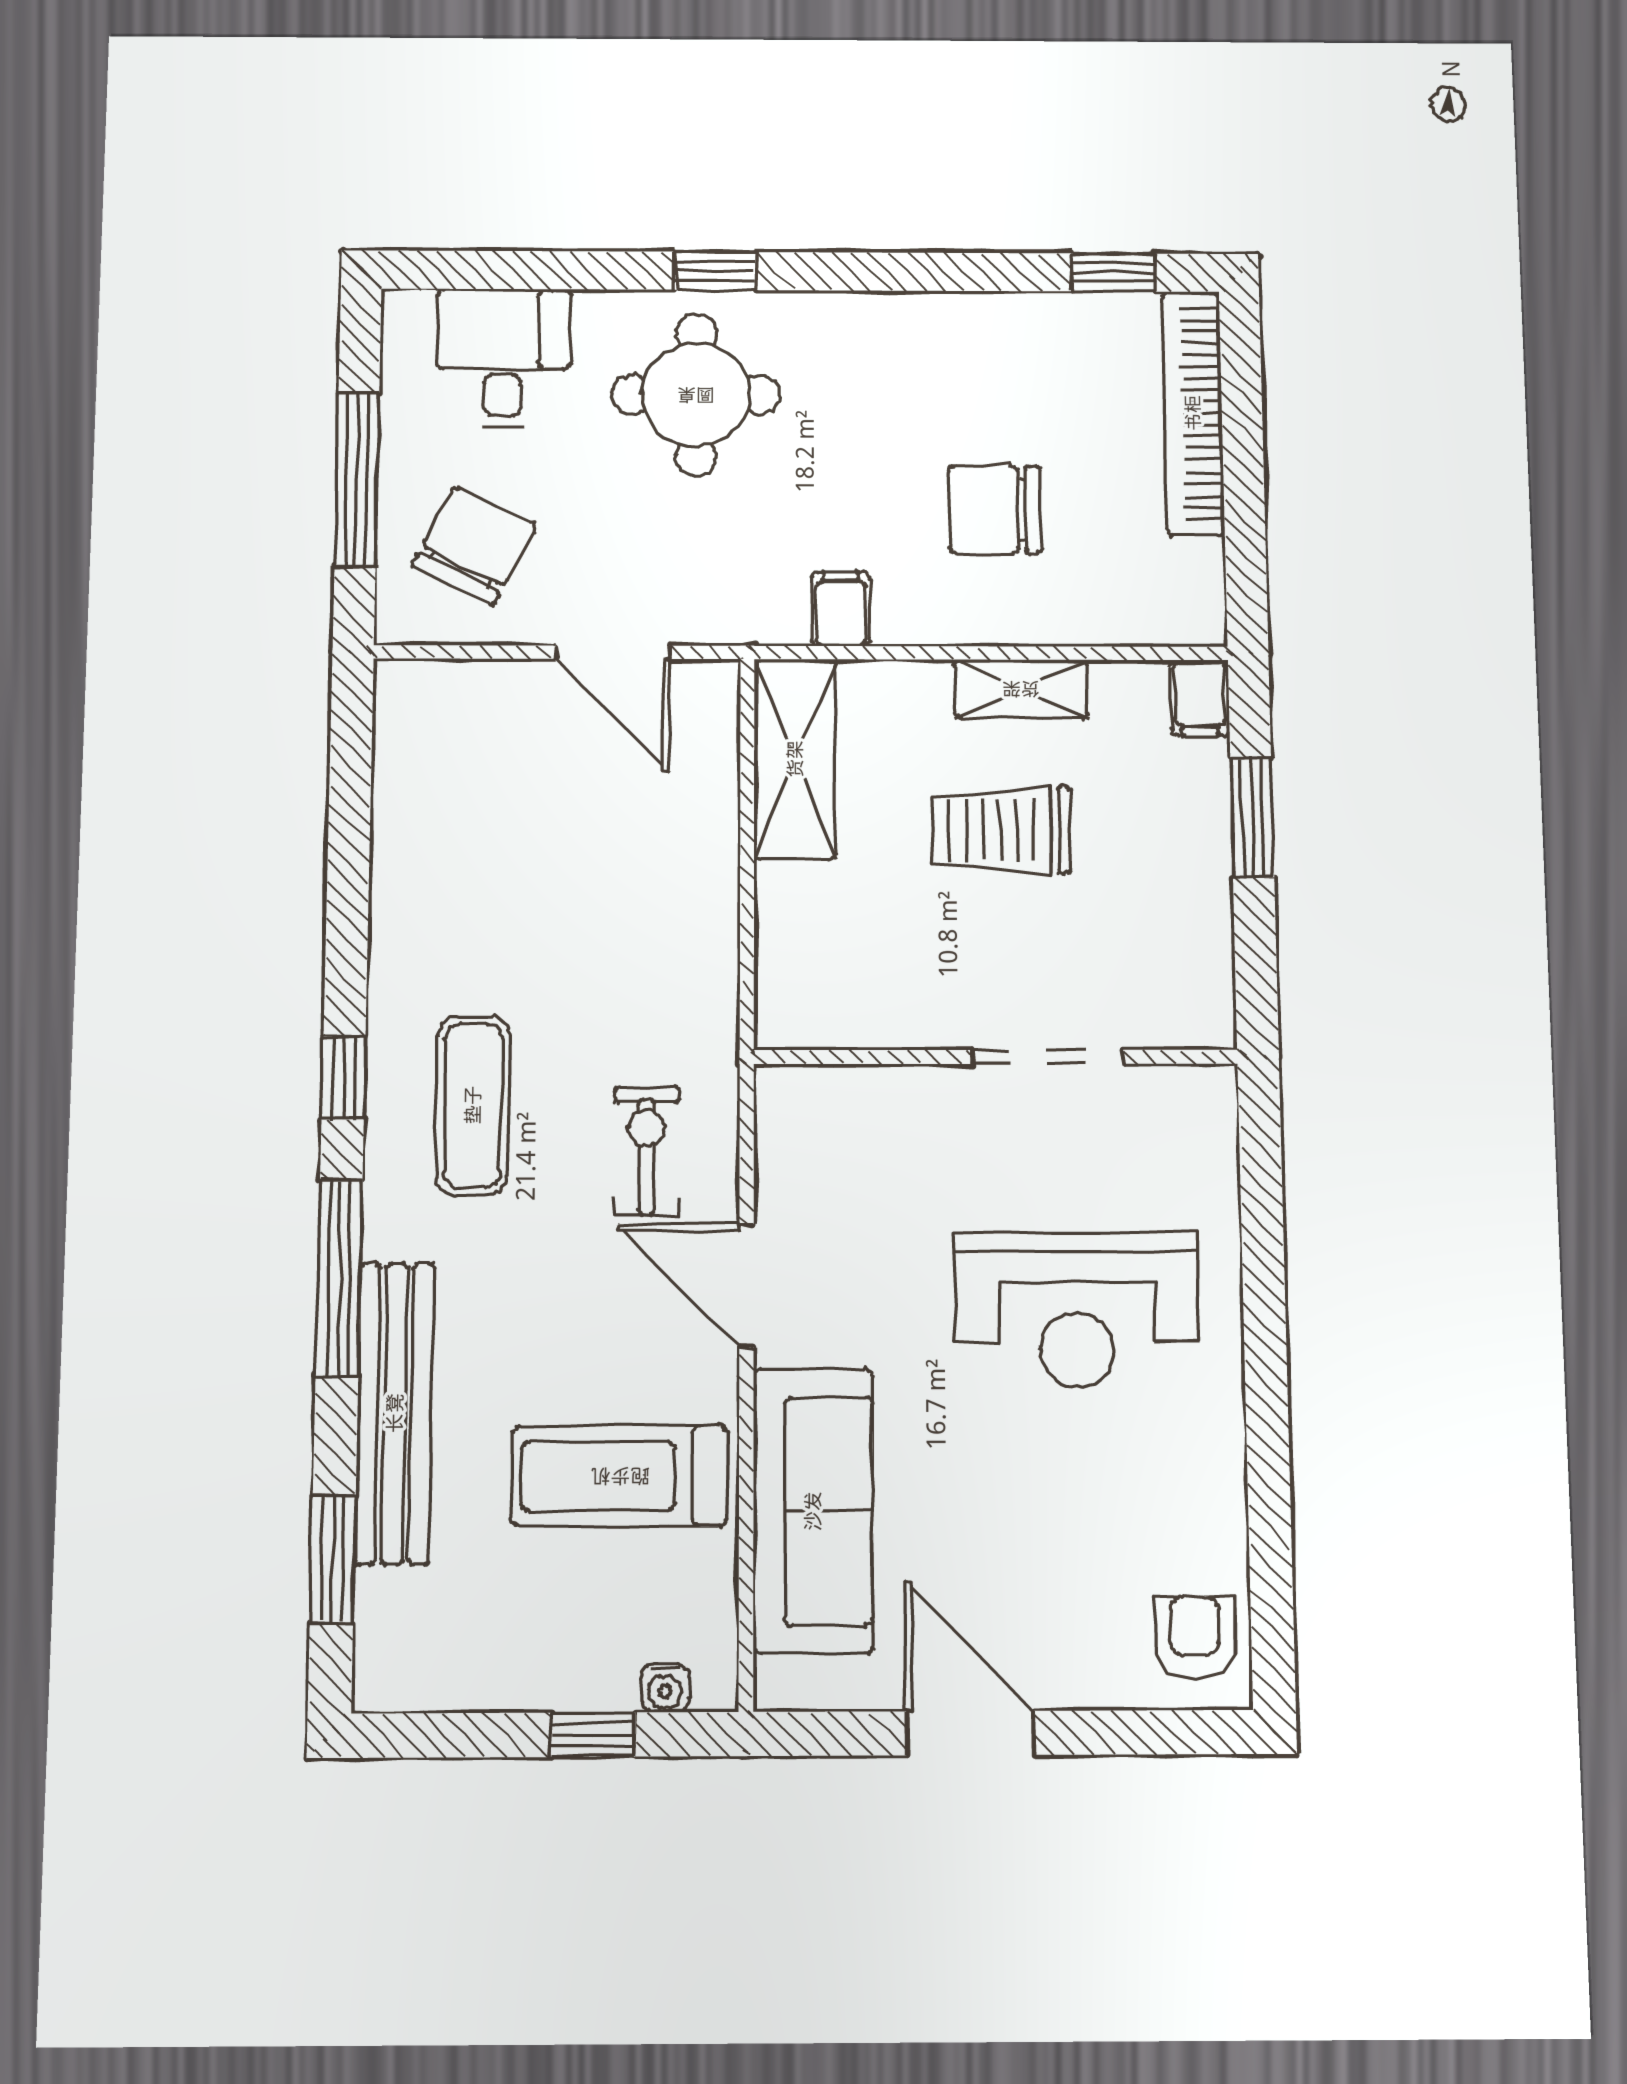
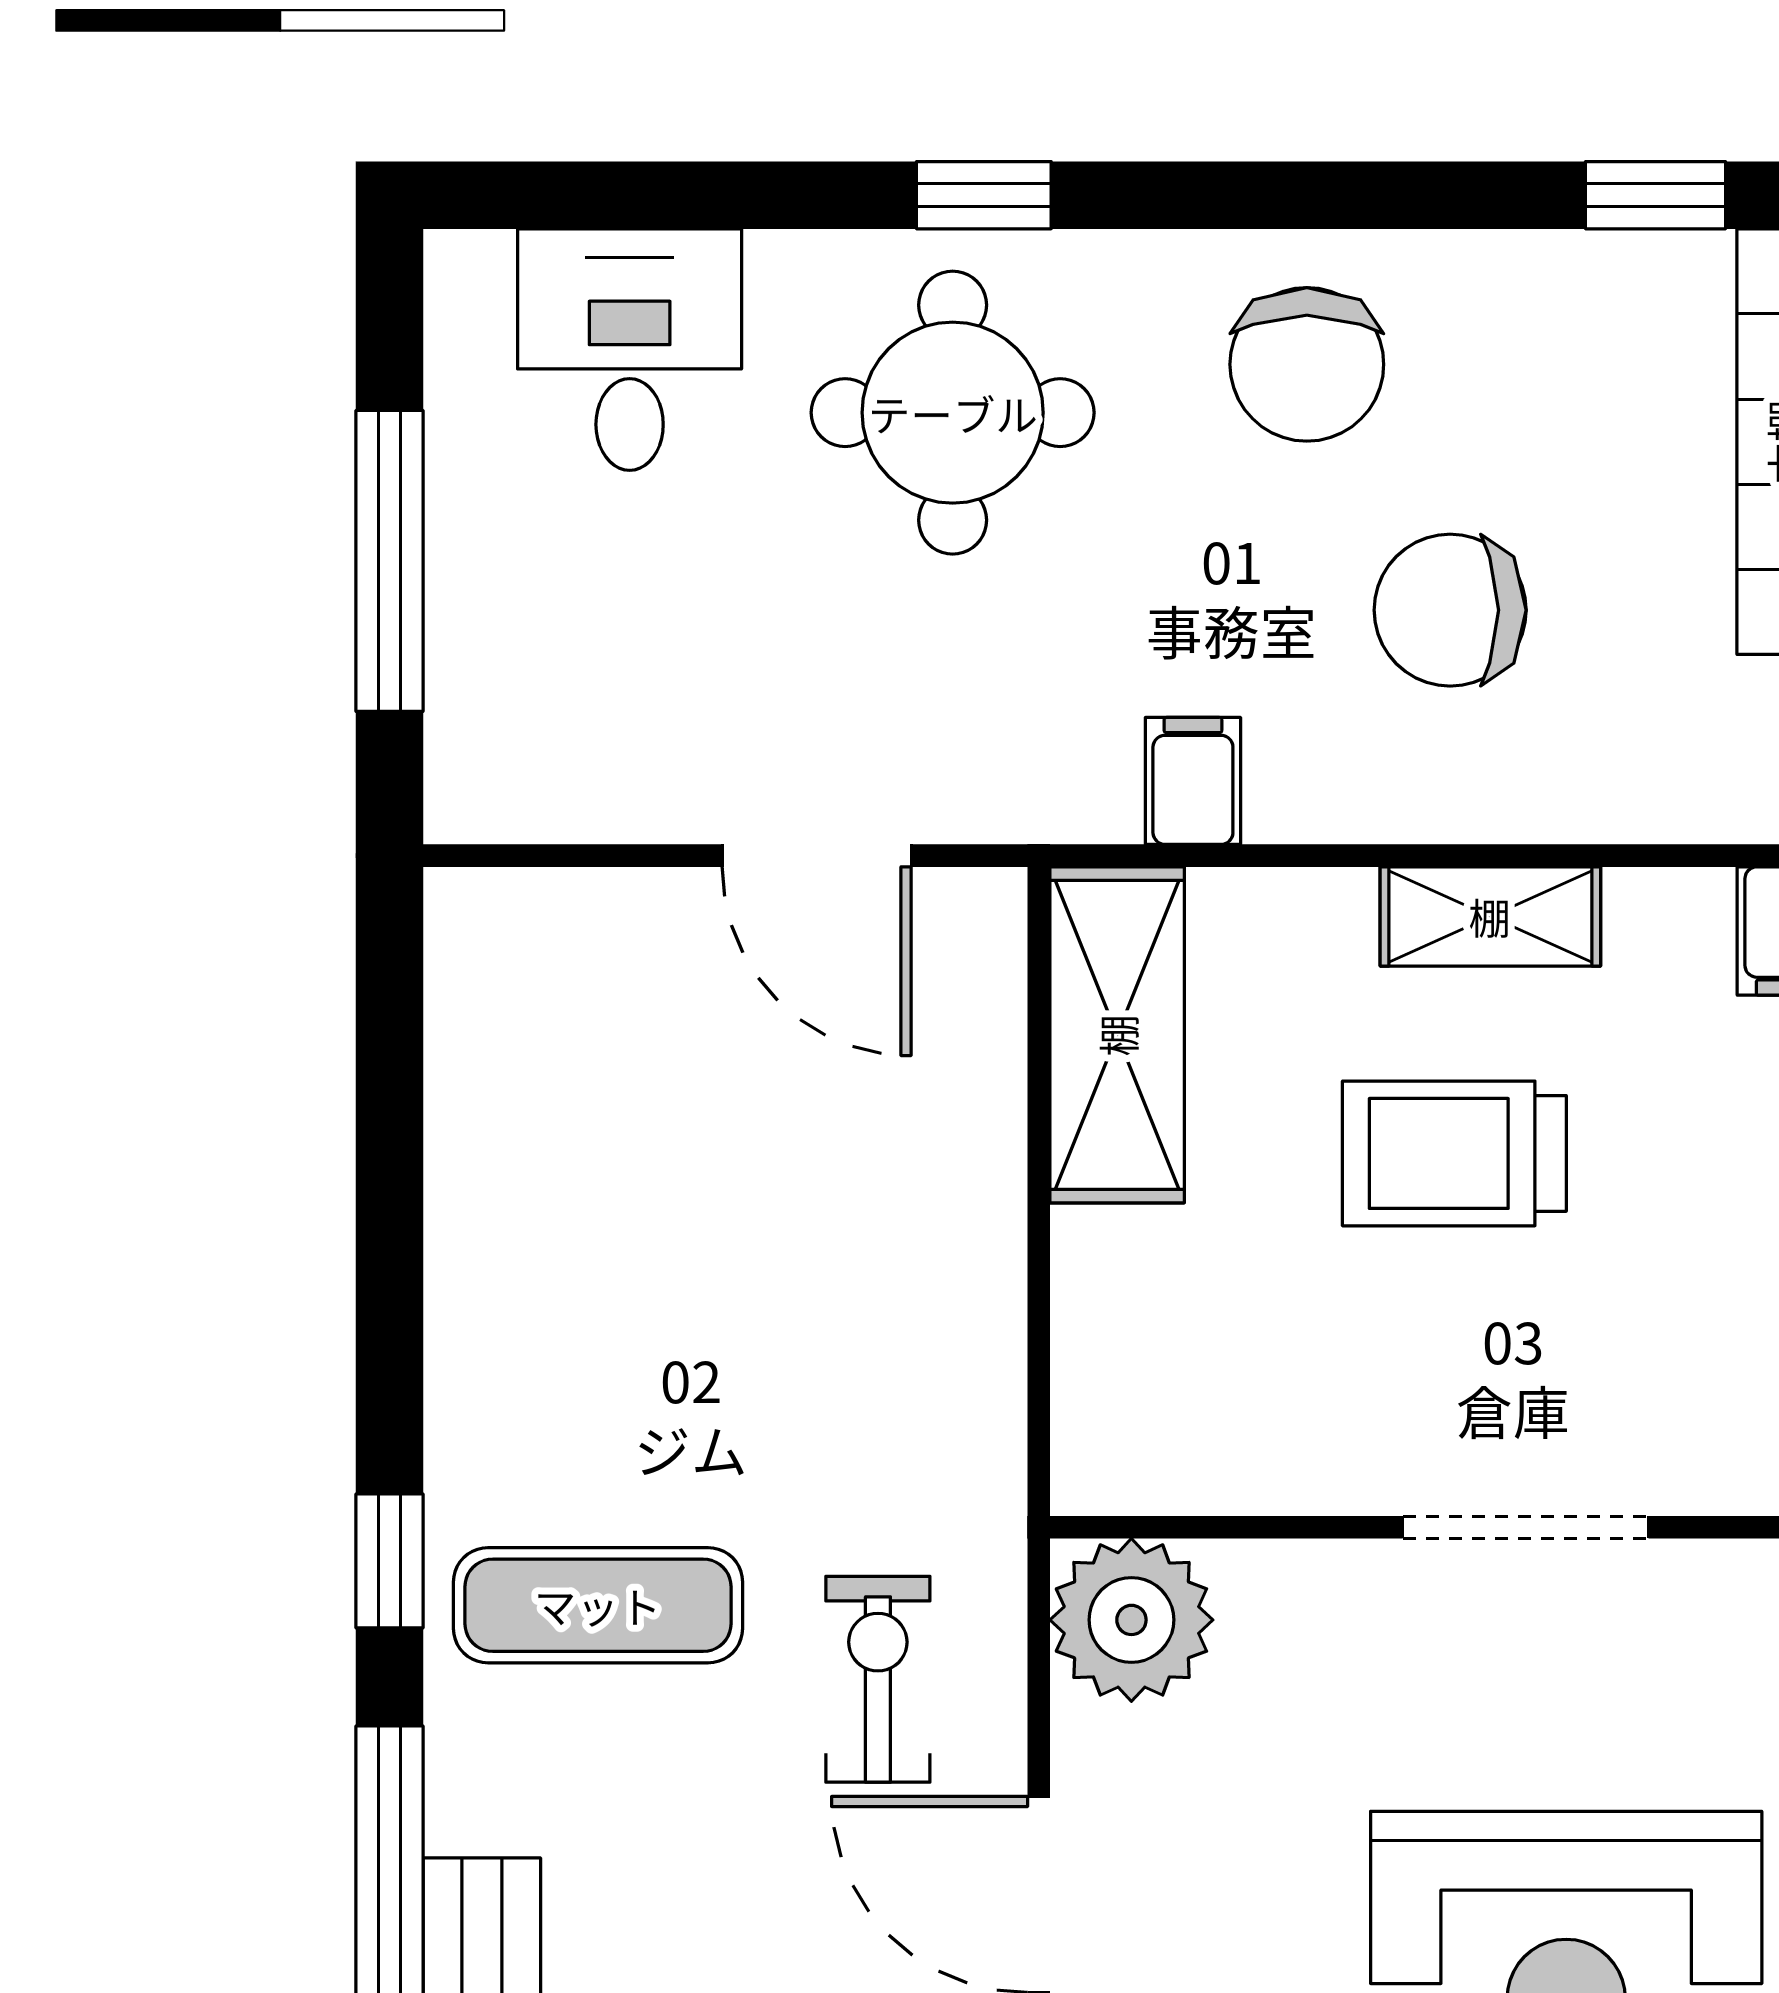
chair: (474, 545) -> (1307, 364), moved, turned 153
exercise mat: (473, 1105) -> (598, 1605), turned 90
plant: (804, 1114) -> (1131, 1620), added

